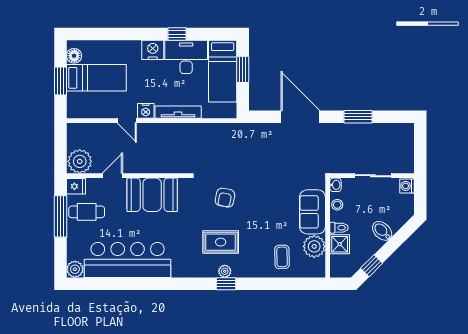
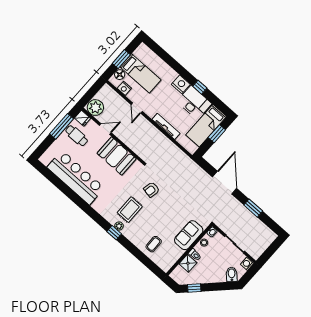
floor lamp: (74, 56) -> (120, 75), moved
nightstand: (146, 111) -> (124, 88), moved
bidet: (382, 231) -> (232, 274), moved
rug: (221, 242) -> (130, 210), turned 90
plant: (314, 246) -> (174, 253), removed
plant: (75, 269) -> (45, 159), removed

